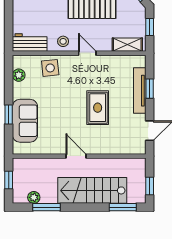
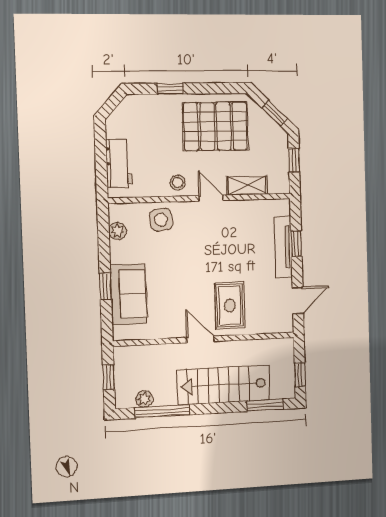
workbench: (30, 43) -> (119, 163), moved, turned 90
shelving: (127, 45) -> (247, 185), moved
rug: (98, 108) -> (230, 306), moved
window: (47, 207) -> (162, 411), width x1.44

